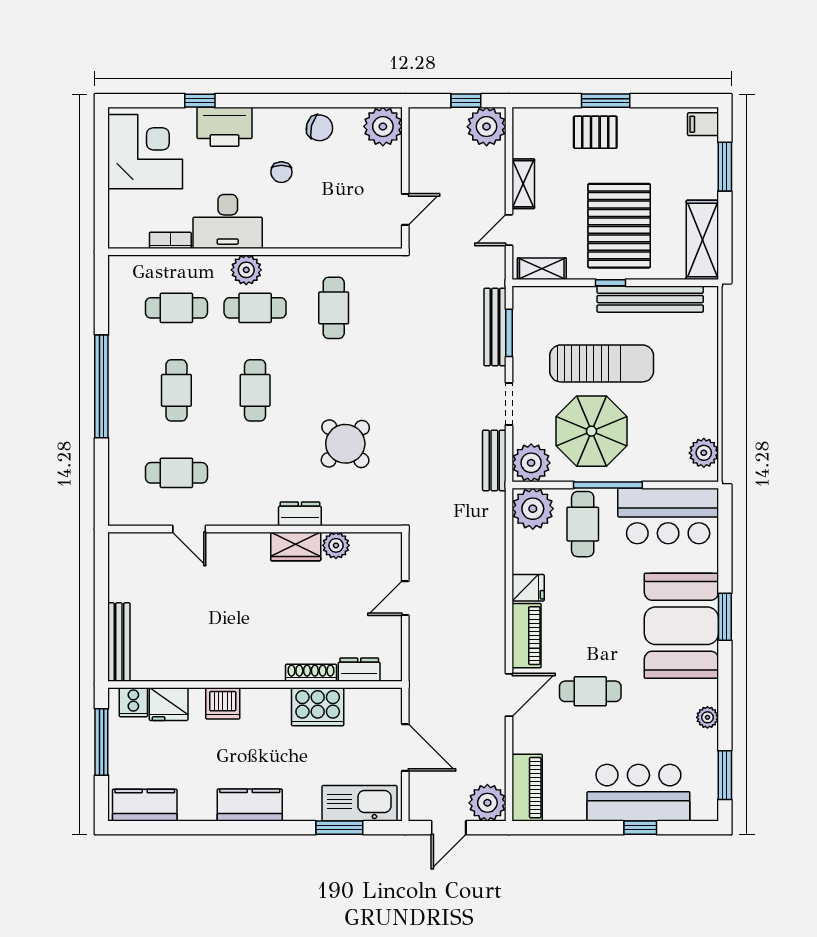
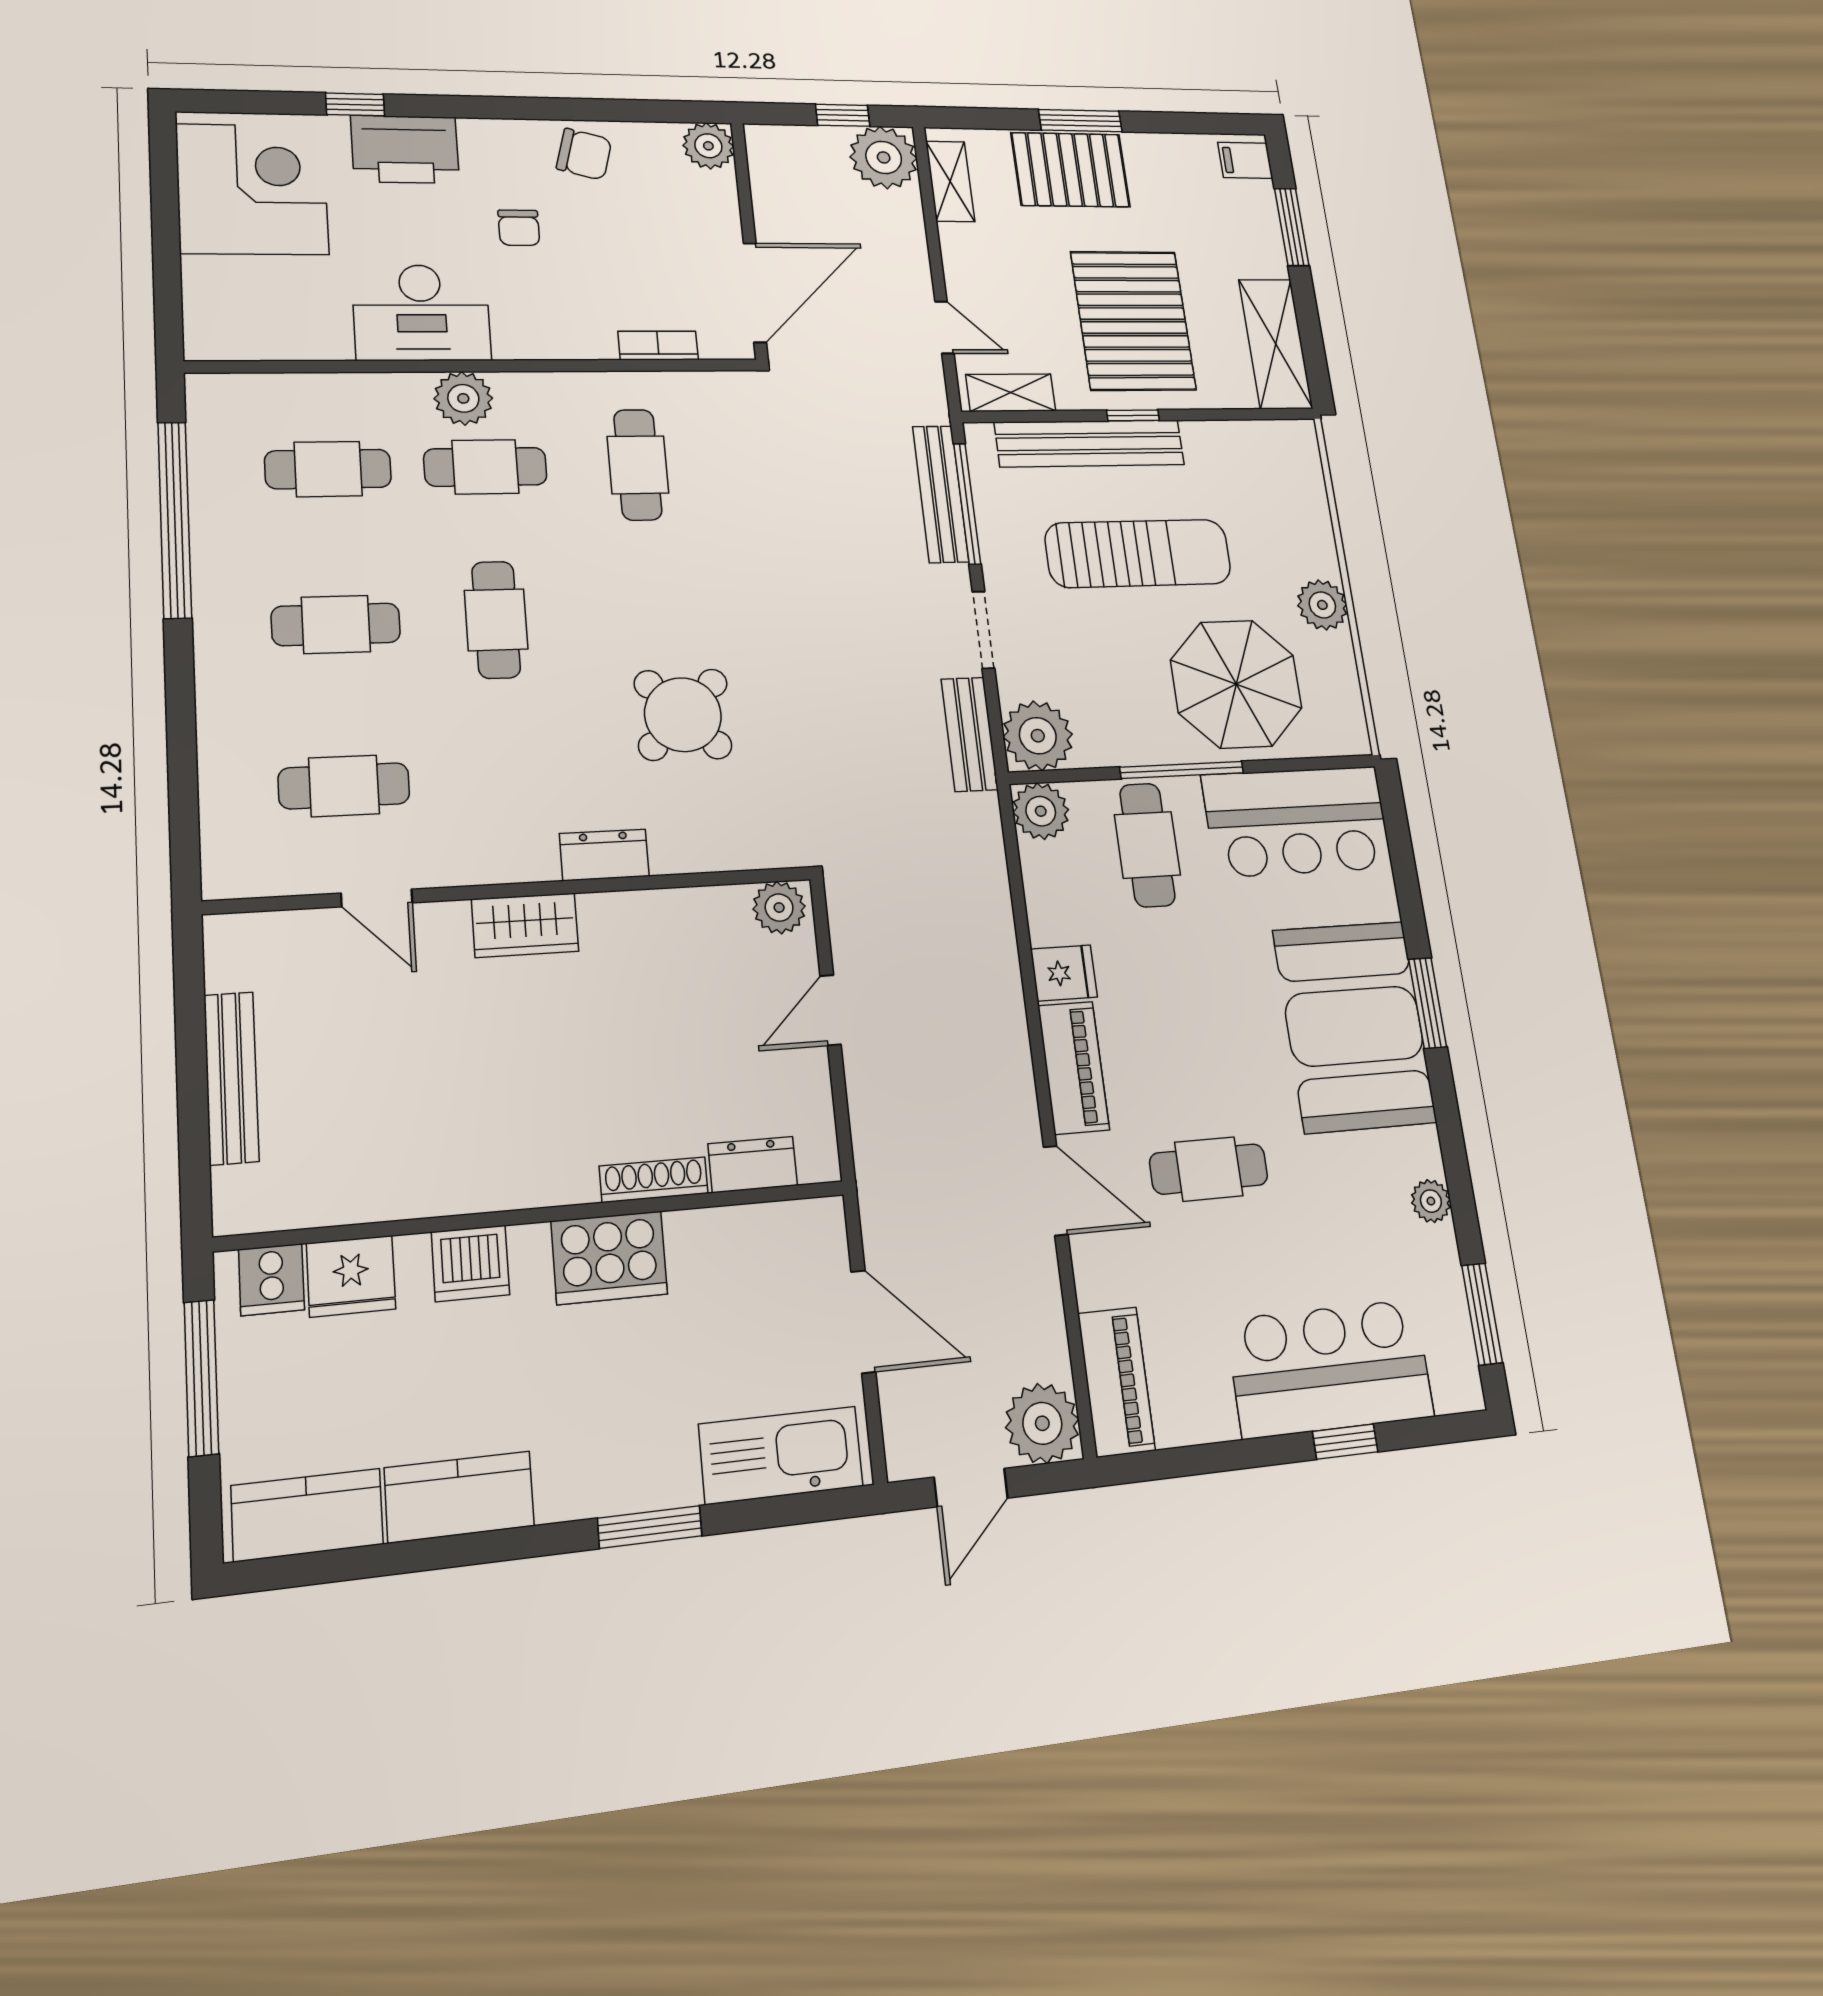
plant: (383, 126) -> (708, 146), width x0.73, depth x0.73
pallet: (595, 132) -> (1070, 170), width x1.50, depth x1.42
shelving: (523, 184) -> (950, 181), moved
door: (405, 209) -> (755, 293), width x1.87
door: (509, 230) -> (944, 327), swing flipped
bookcase: (170, 240) -> (658, 345), moved
bench: (650, 299) -> (1090, 443), moved
window: (509, 333) -> (967, 504), width x1.44
window: (101, 386) -> (175, 519), moved
cafe table: (176, 390) -> (336, 624), turned 90
parasol: (591, 431) -> (1236, 684), moved
plant: (704, 453) -> (1322, 605), moved
plant: (533, 509) -> (1041, 811), width x0.73, depth x0.73
plant: (336, 545) -> (779, 908), moved
wardrobe: (296, 547) -> (525, 925), moved
bench: (119, 642) -> (231, 1078), moved
door: (509, 695) -> (1056, 1191), hinge flipped
cooker: (318, 707) -> (609, 1258), moved
kitchen counter: (250, 805) -> (459, 1497), moved
window: (339, 828) -> (650, 1527), moved

